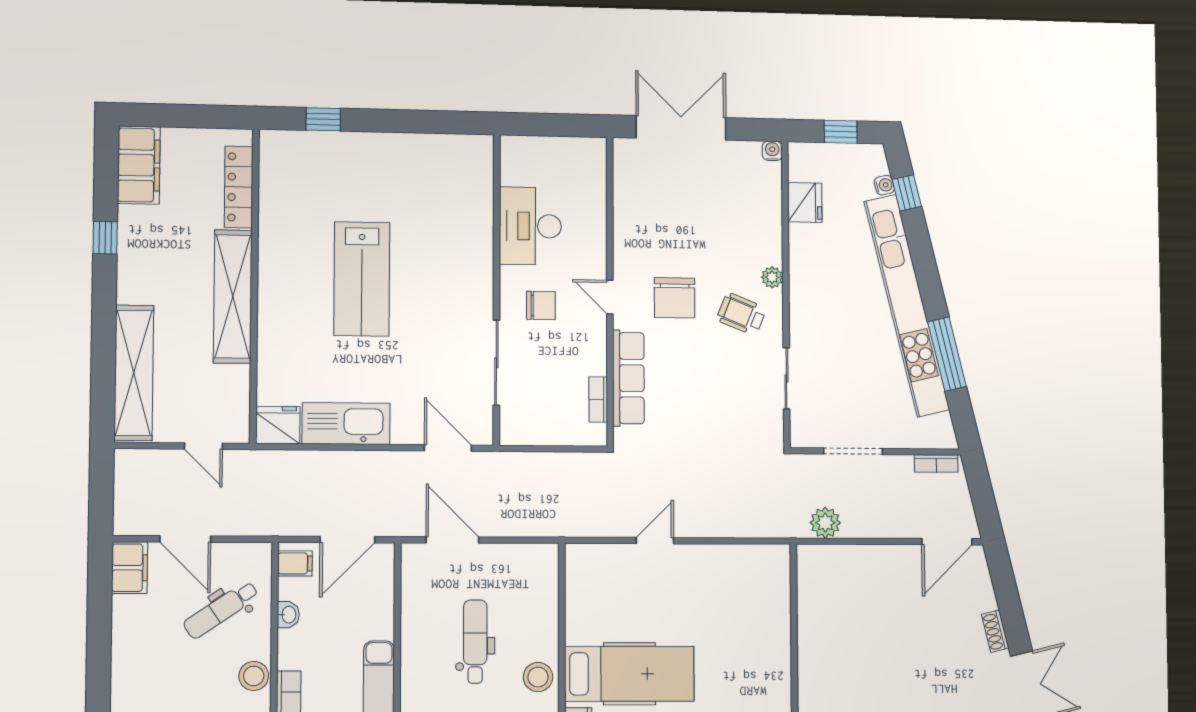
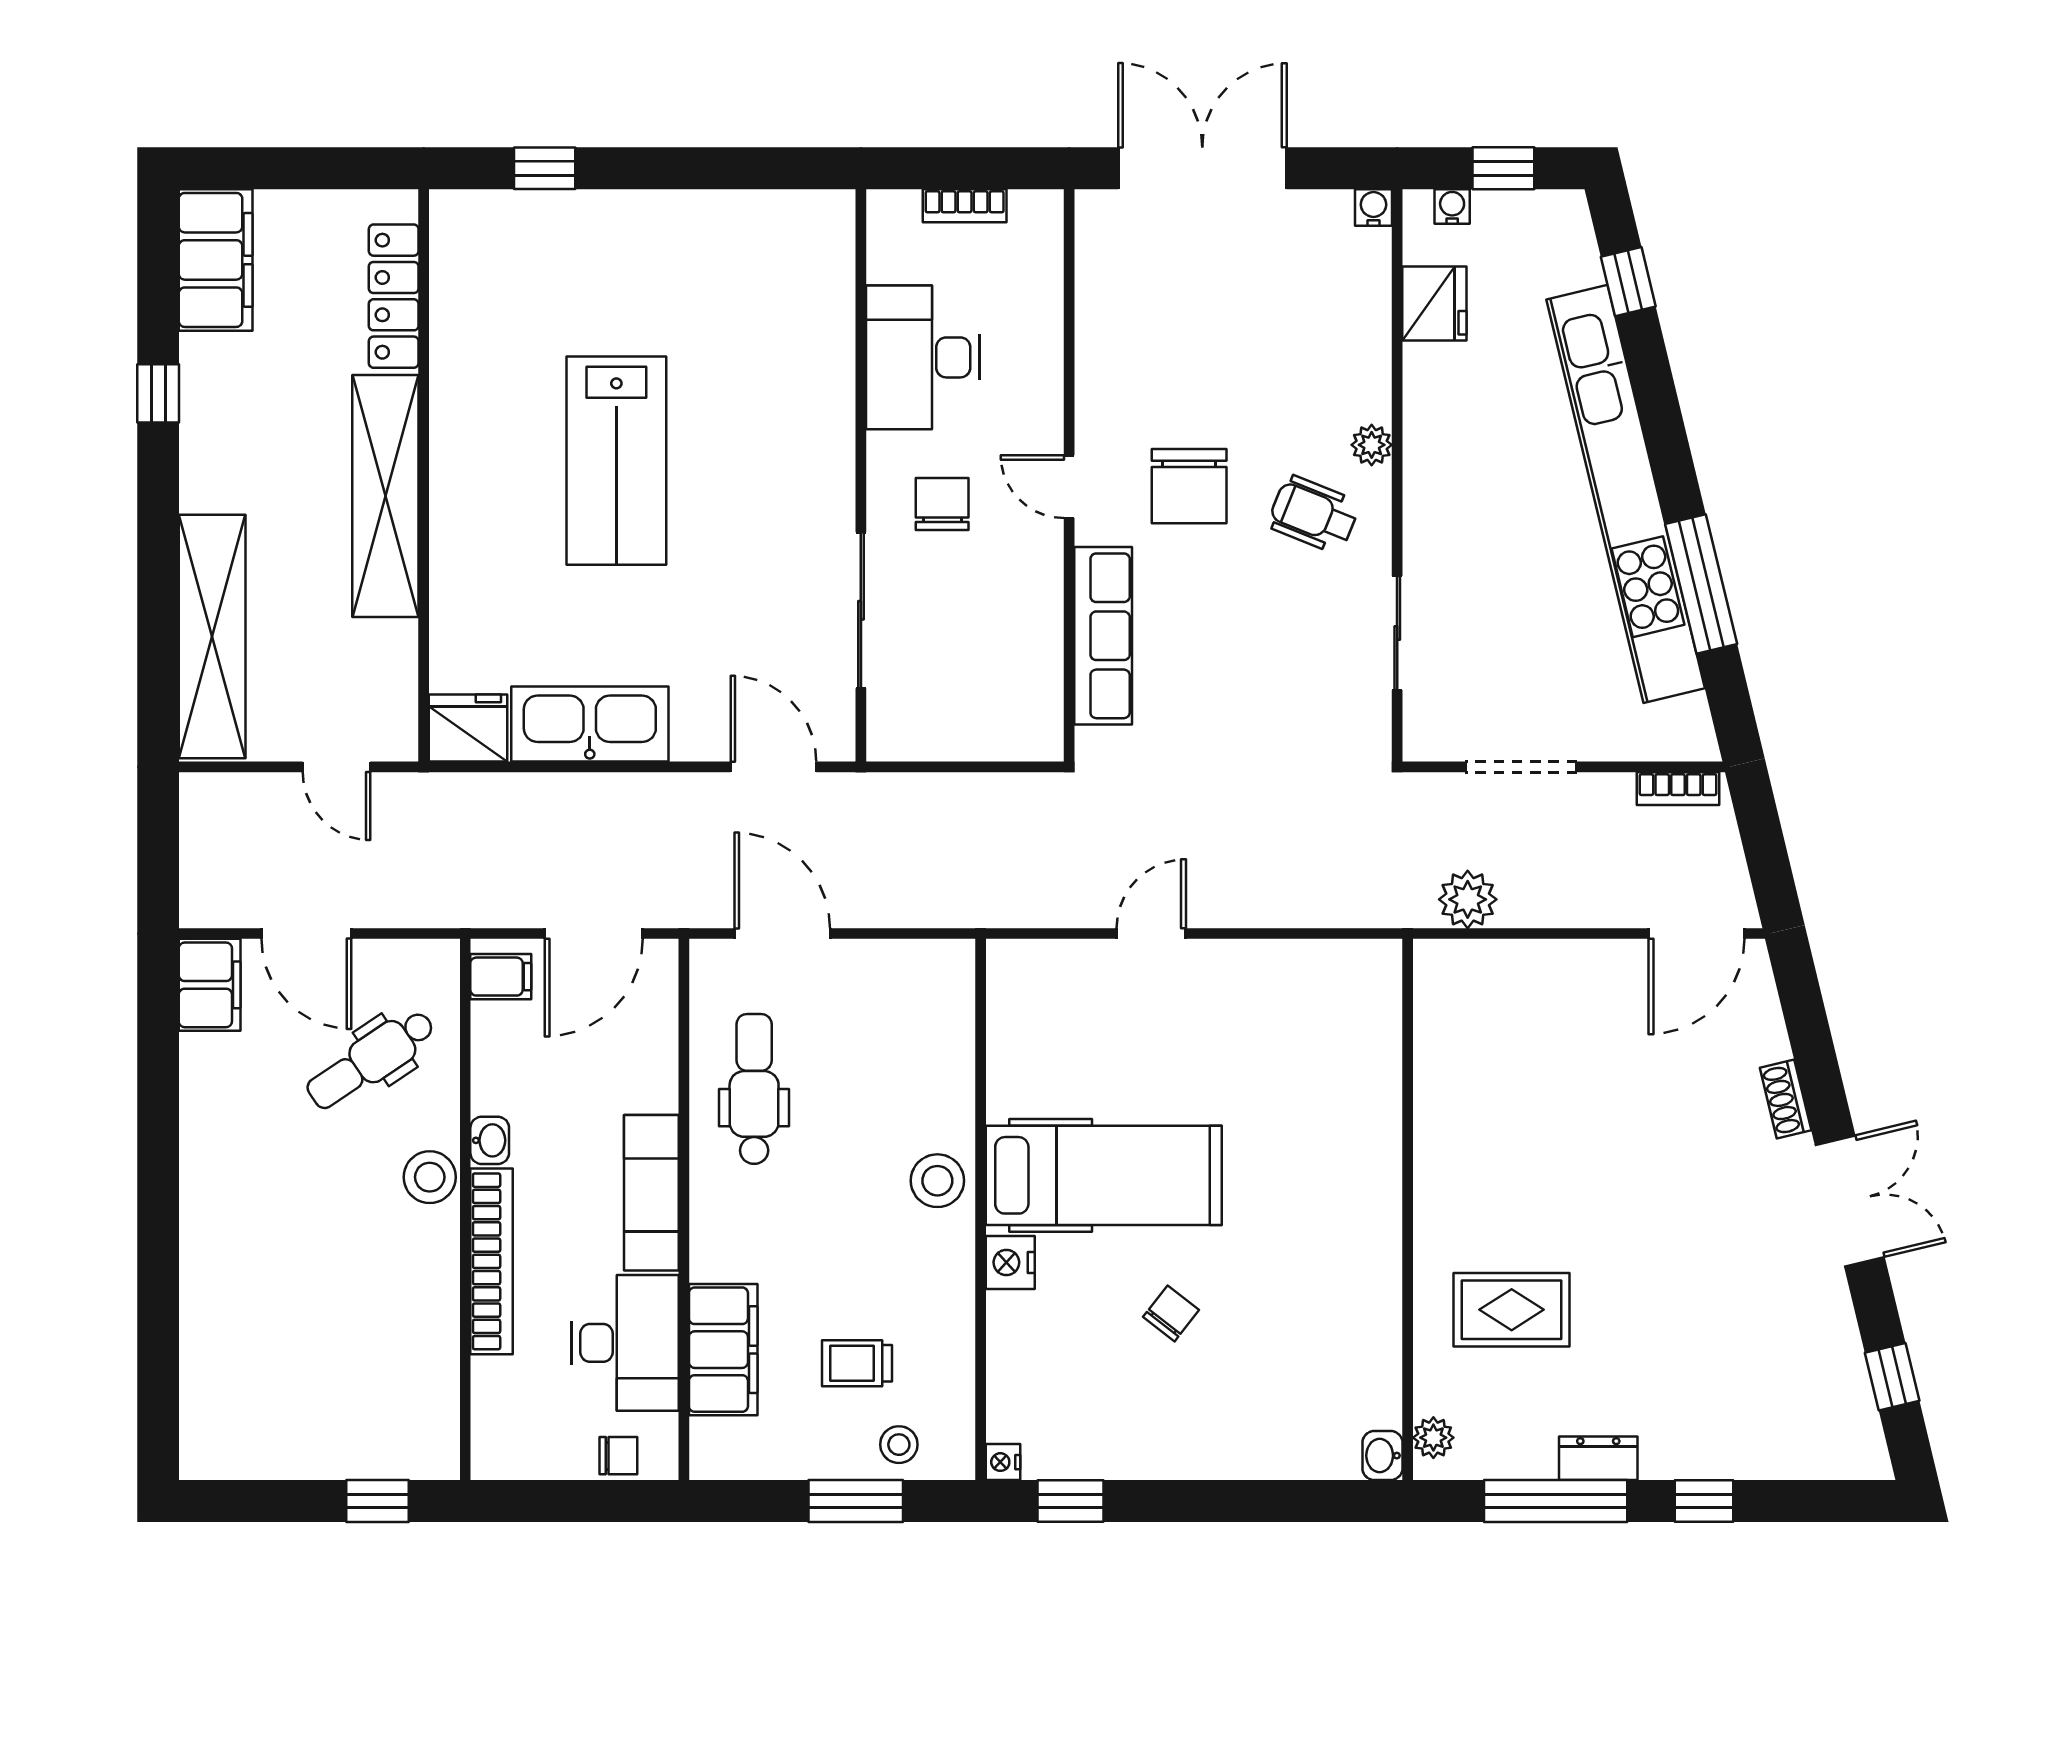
water cooler: (884, 185) -> (1452, 206), moved, turned -76
chair: (541, 305) -> (942, 504), turned -90
bookcase: (598, 399) -> (965, 206), moved, turned -90
washbasin: (288, 615) -> (490, 1140), moved
dental chair: (475, 642) -> (754, 1089), moved

